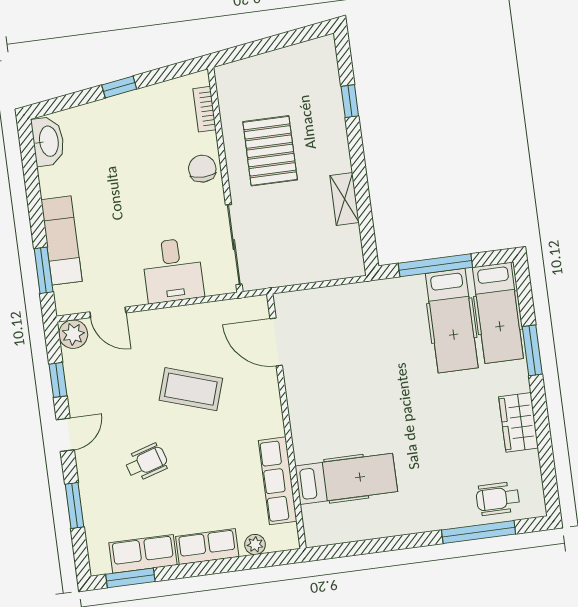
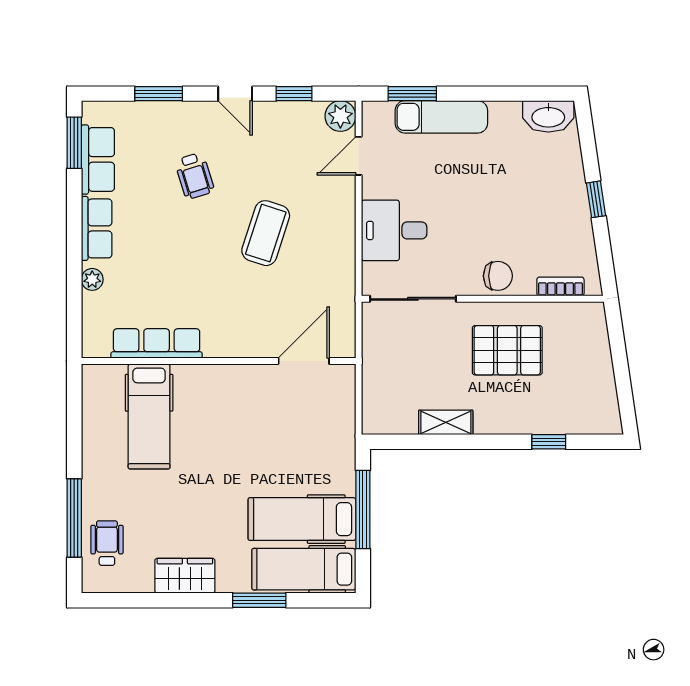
door: (276, 342) -> (304, 361), moved
wall: (286, 421) -> (219, 361), moved
hospital bed: (346, 479) -> (149, 416), moved
row of seats: (278, 481) -> (157, 343), moved

